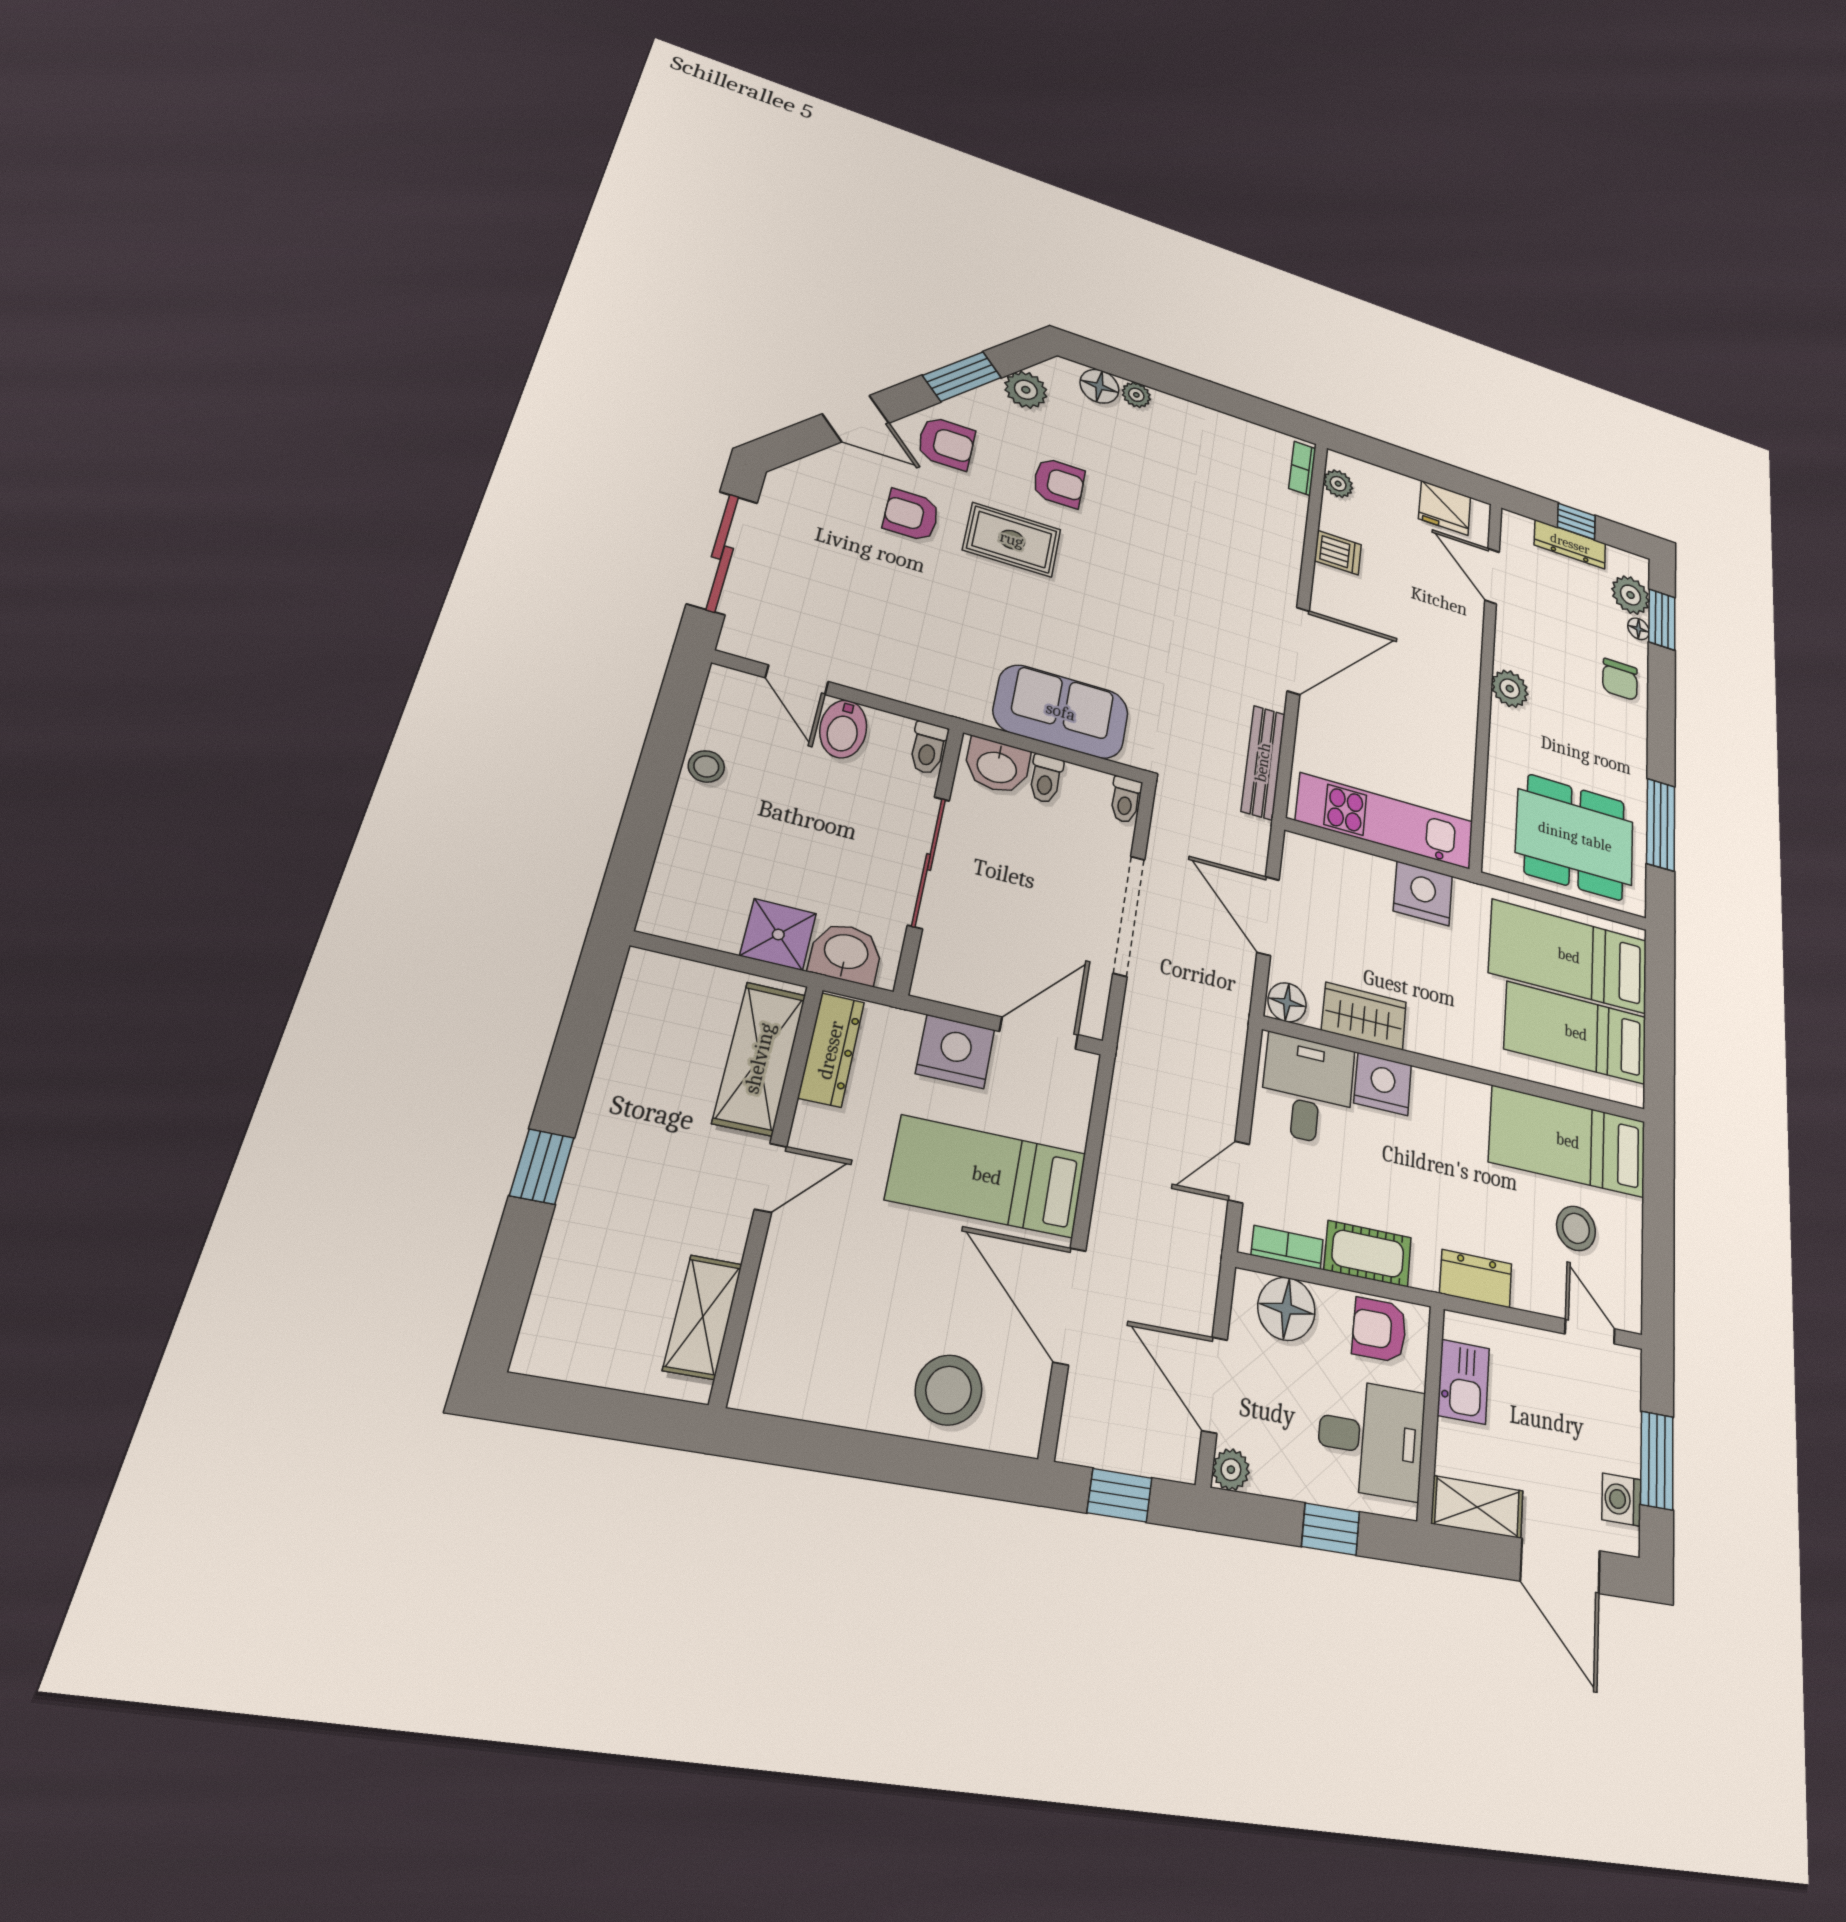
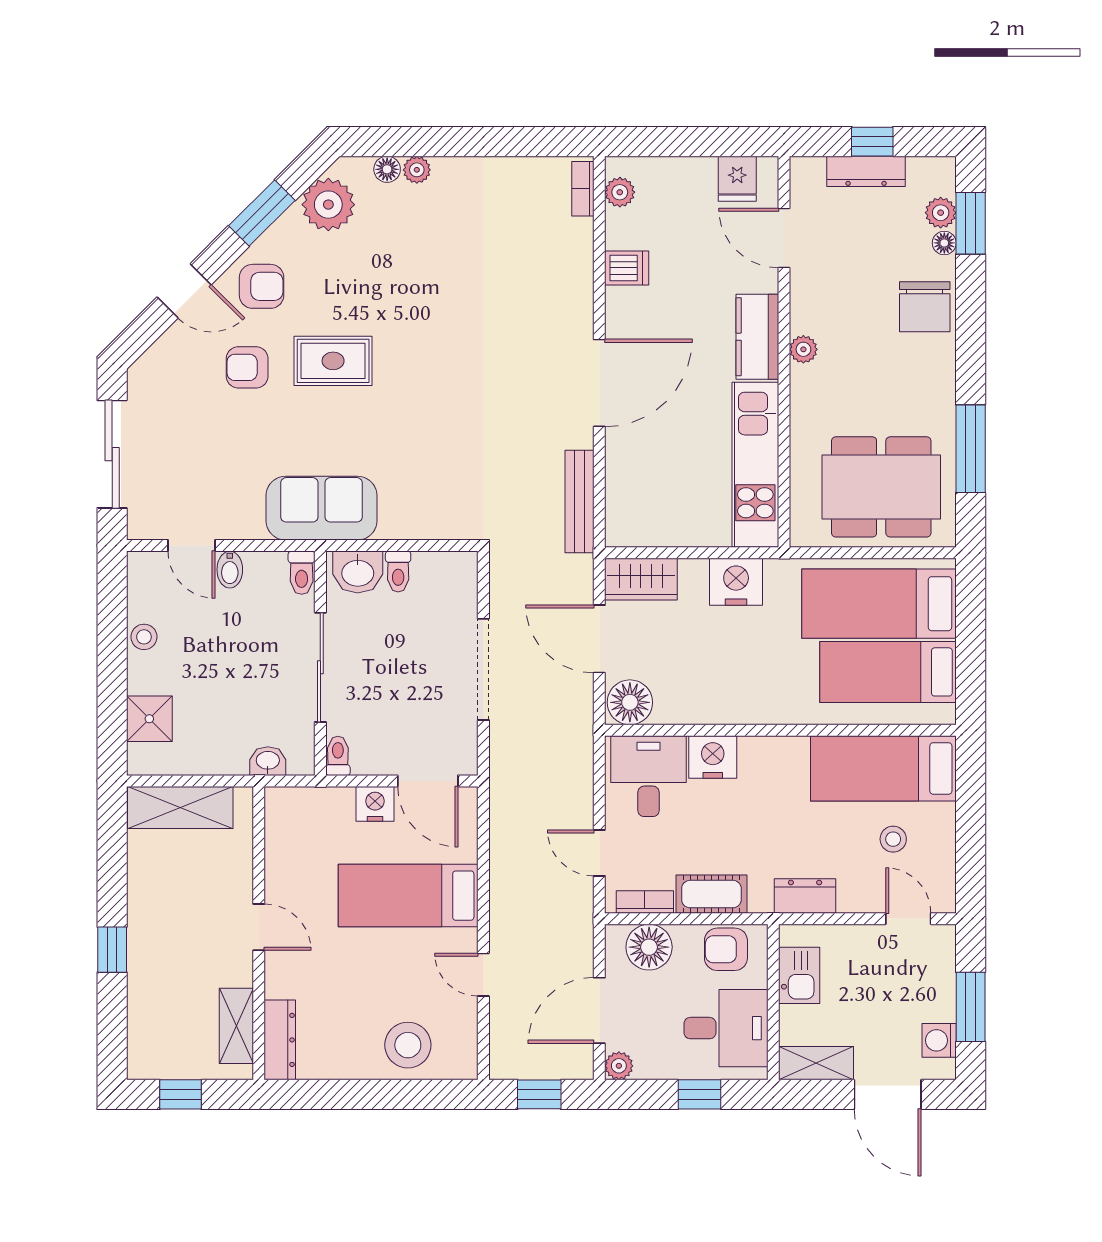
floor lamp: (1099, 386) -> (387, 169), width x0.73, depth x0.73
plant: (1026, 390) -> (328, 205), width x1.36, depth x1.36
armchair: (1059, 483) -> (363, 290), removed
fridge: (1445, 508) -> (737, 179), width x0.72
plant: (1631, 595) -> (941, 213), width x0.73, depth x0.73
kitchen counter: (1461, 657) -> (757, 337), added
chair: (1620, 679) -> (925, 307), width x1.37, depth x1.37
plant: (1510, 689) -> (803, 349), width x0.73, depth x0.73
sofa: (1061, 712) -> (321, 508), moved
bidet: (843, 729) -> (230, 570), width x0.72, depth x0.74
toilet: (1125, 800) -> (338, 756), moved, turned 180
kitchen unit: (1386, 821) -> (755, 465), moved, turned -90
shower: (778, 934) -> (149, 719), moved
washbasin: (846, 953) -> (268, 761), width x0.72, depth x0.69
floor lamp: (1287, 1002) -> (630, 702), width x1.38, depth x1.38
wardrobe: (1364, 1016) -> (641, 579), moved, turned 180
door: (1039, 1033) -> (428, 781), swing flipped
dresser: (831, 1050) -> (280, 1040), moved
nightstand: (955, 1052) -> (375, 804), width x0.74, depth x0.75
shelving: (760, 1058) -> (180, 807), moved, turned 90
door: (1239, 1172) -> (599, 853), hinge flipped
door: (771, 1178) -> (259, 927), hinge flipped
stool: (1576, 1228) -> (893, 839), width x0.73, depth x0.73
door: (1069, 1306) -> (483, 975), width x0.53
door: (1215, 1385) -> (599, 1010), hinge flipped
window: (588, 1410) -> (180, 1094), added

